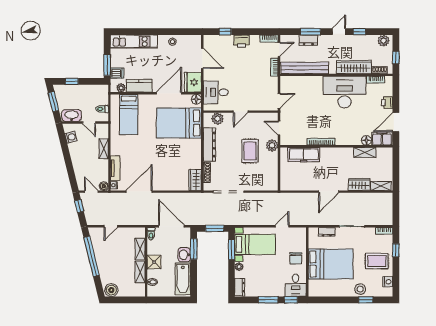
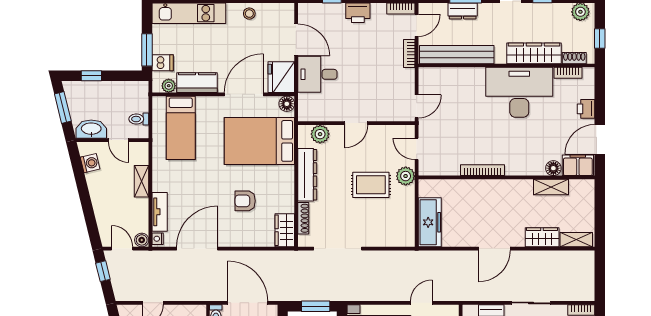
desk: (216, 92) -> (317, 74), moved
rug: (250, 151) -> (371, 185), turned 90
freezer: (304, 155) -> (430, 222), moved, turned -90
armchair: (170, 161) -> (245, 201), added

